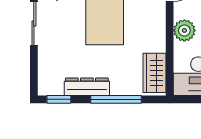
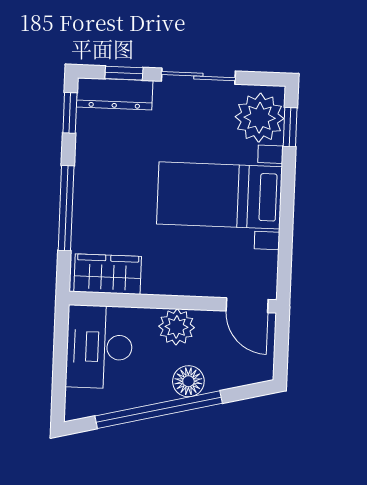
window: (34, 68) -> (124, 73), added
dresser: (87, 87) -> (115, 94), moved, turned 90

